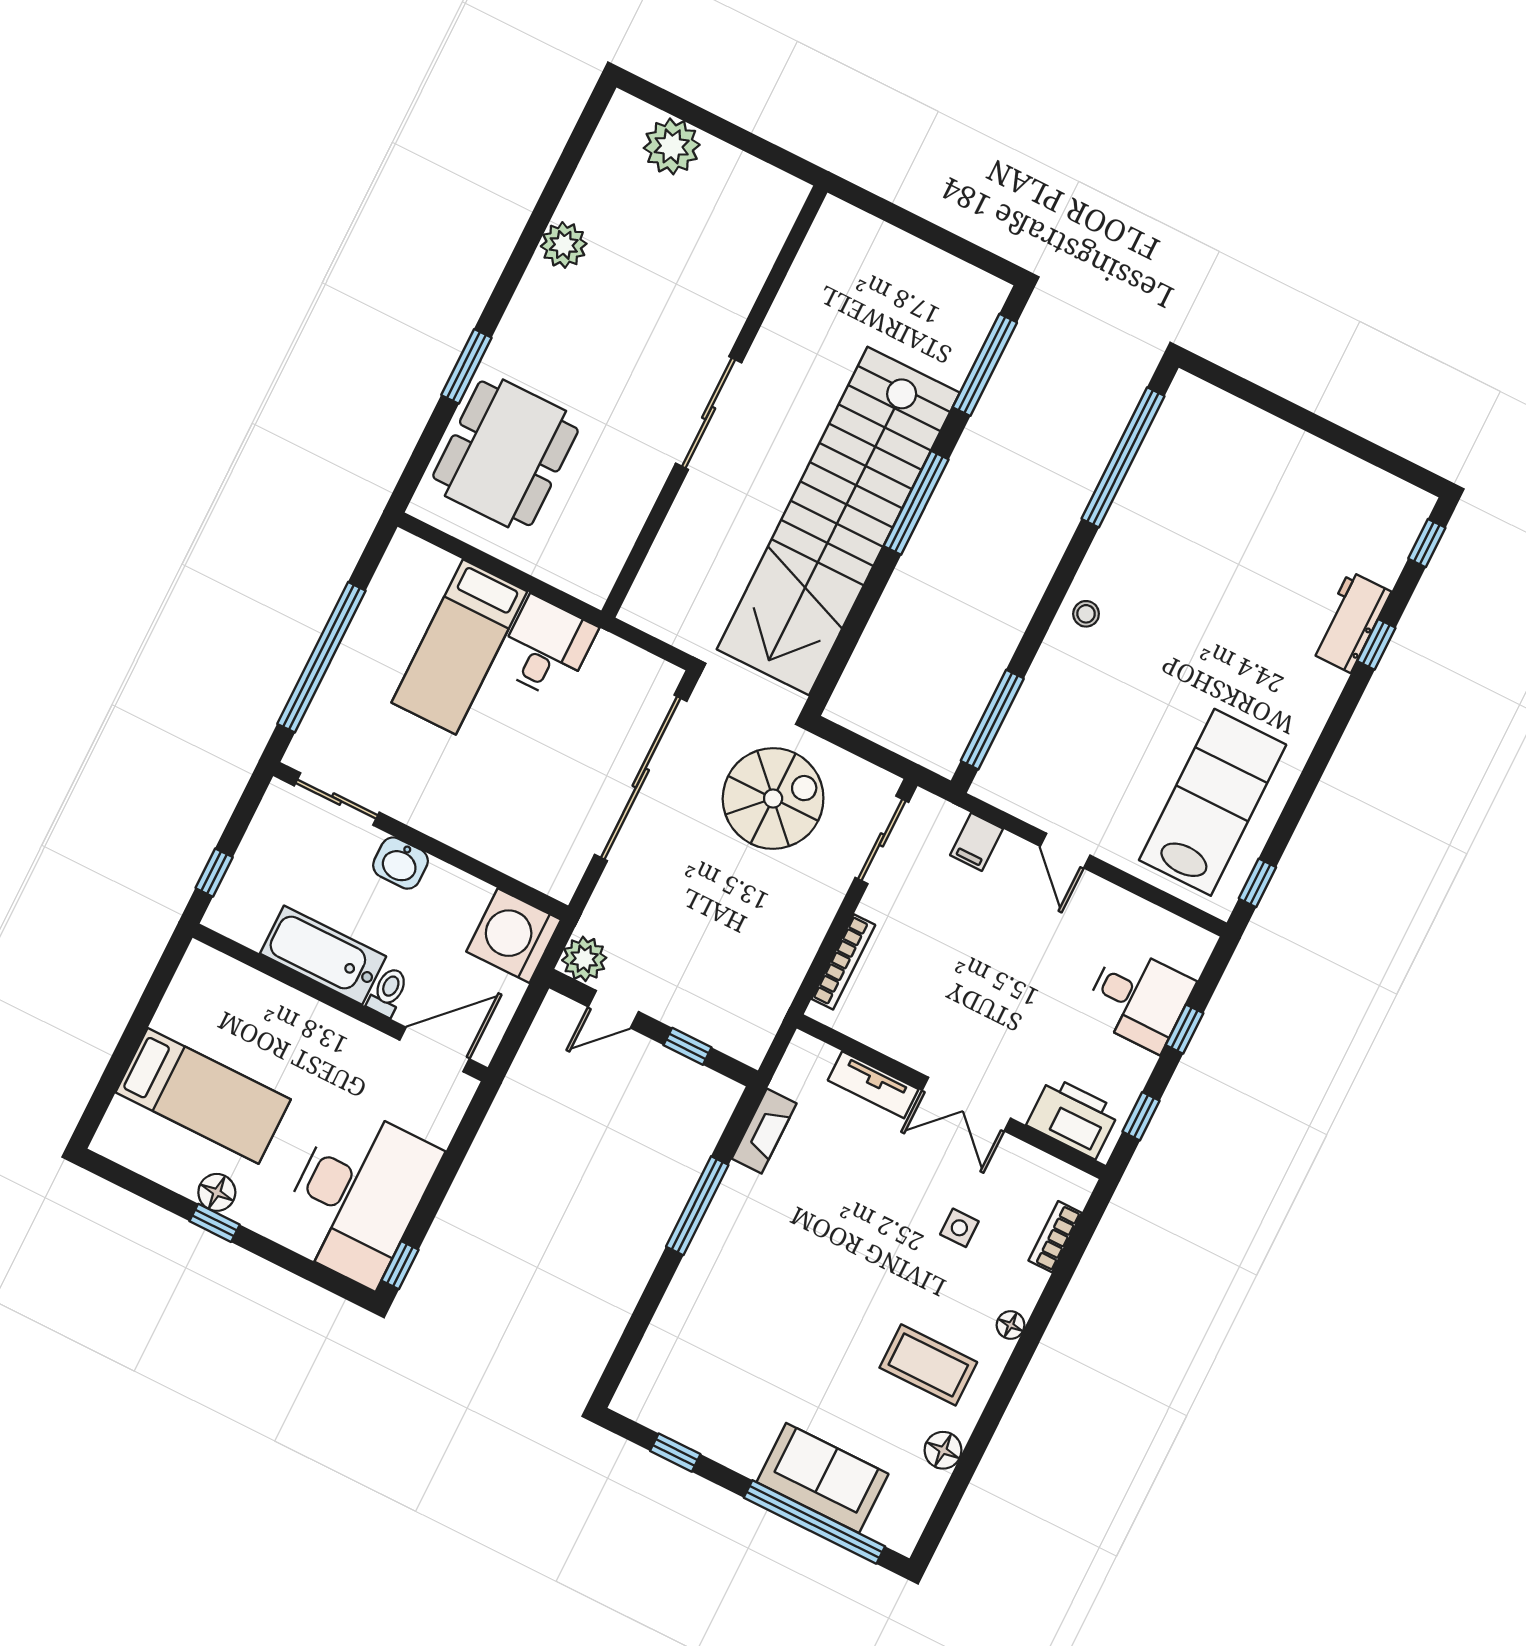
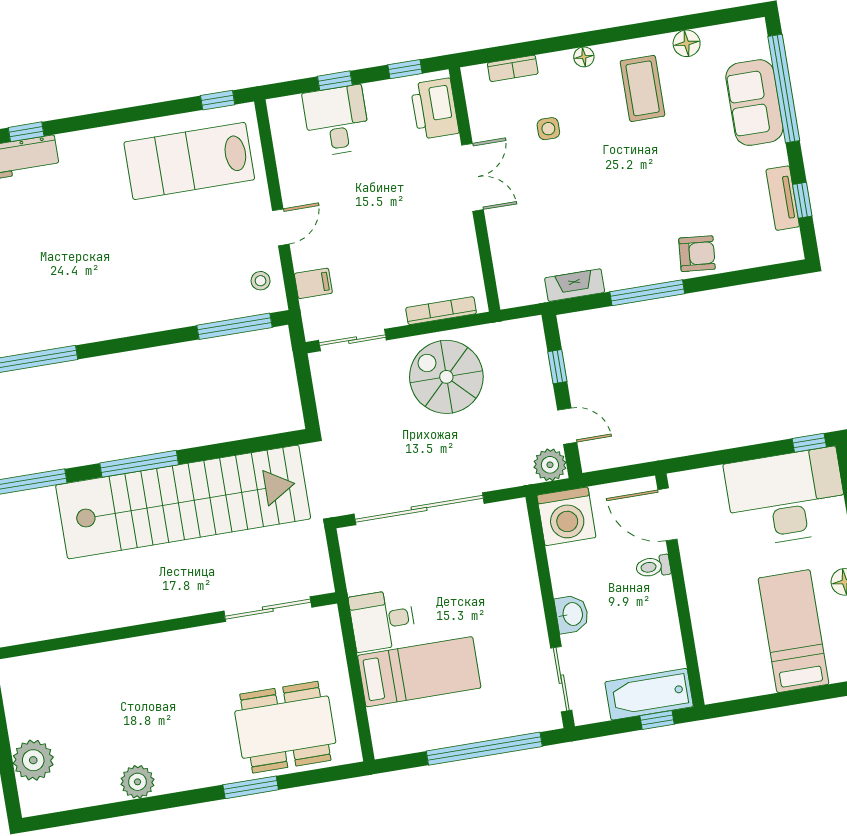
sliding door: (709, 413) -> (268, 609), moved
stool: (1086, 614) -> (261, 281), moved
spiral stairs: (773, 798) -> (446, 377), moved
bathtub: (323, 955) -> (649, 694), moved, turned 90
tv unit: (873, 1085) -> (783, 198), moved, turned 180
armchair: (701, 1293) -> (697, 254), added

